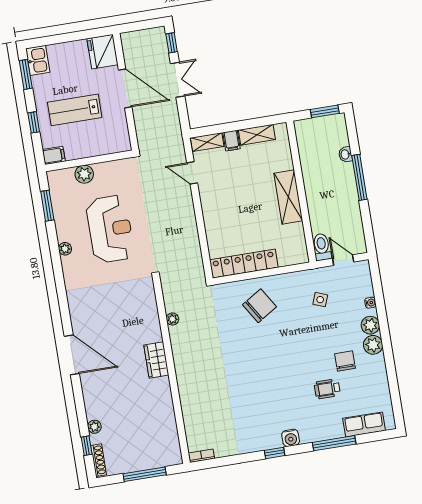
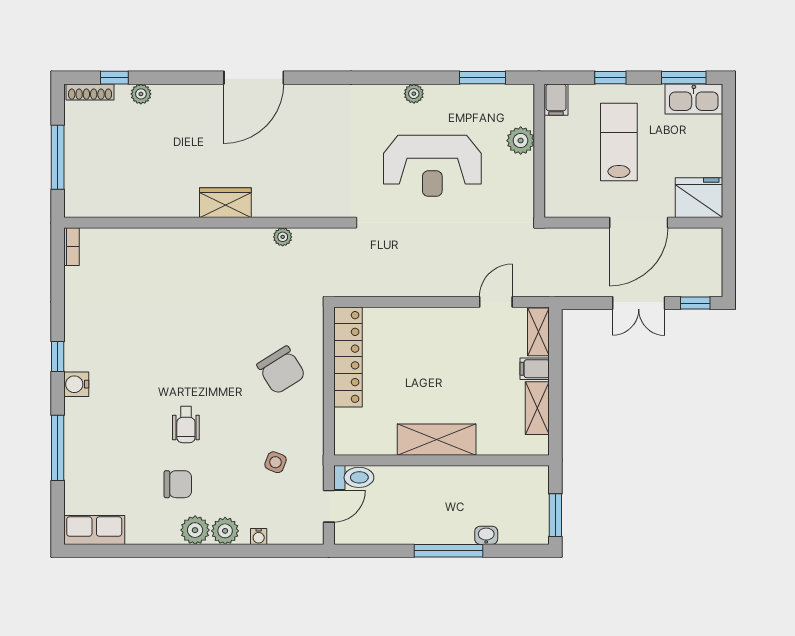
kitchen sink: (38, 60) -> (694, 99), width x1.38
wheelchair: (327, 389) -> (186, 425), moved, turned 180
row of seats: (364, 424) -> (94, 530), moved, turned -90

